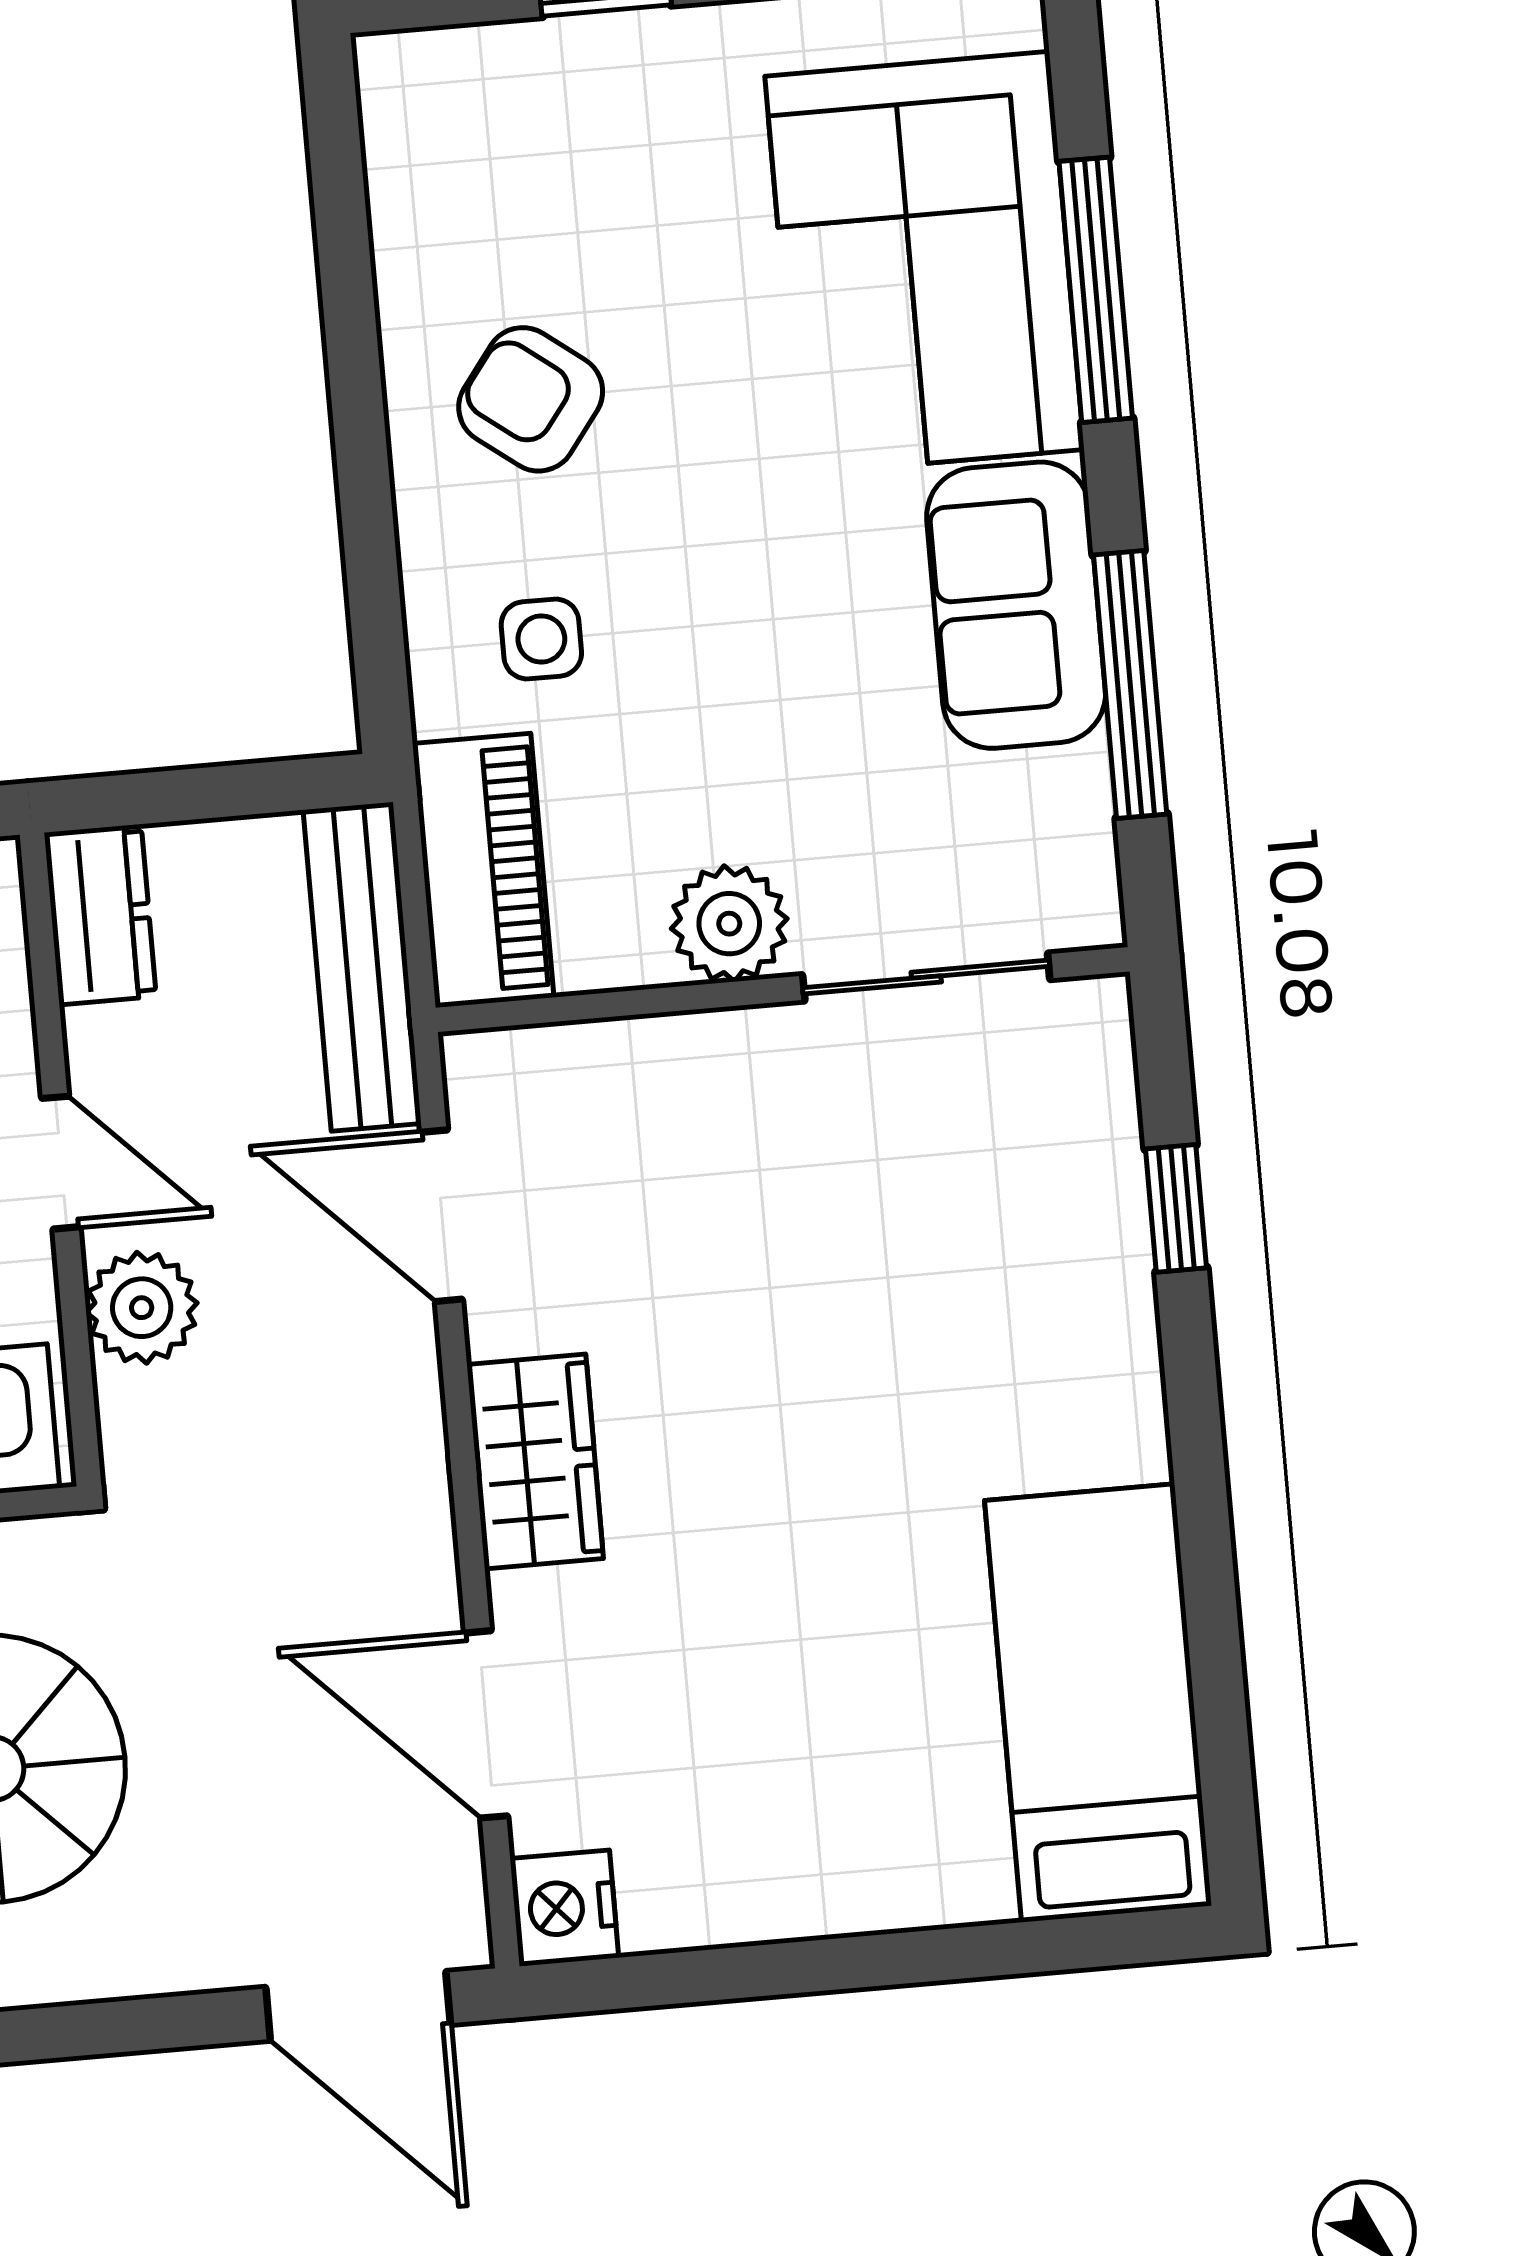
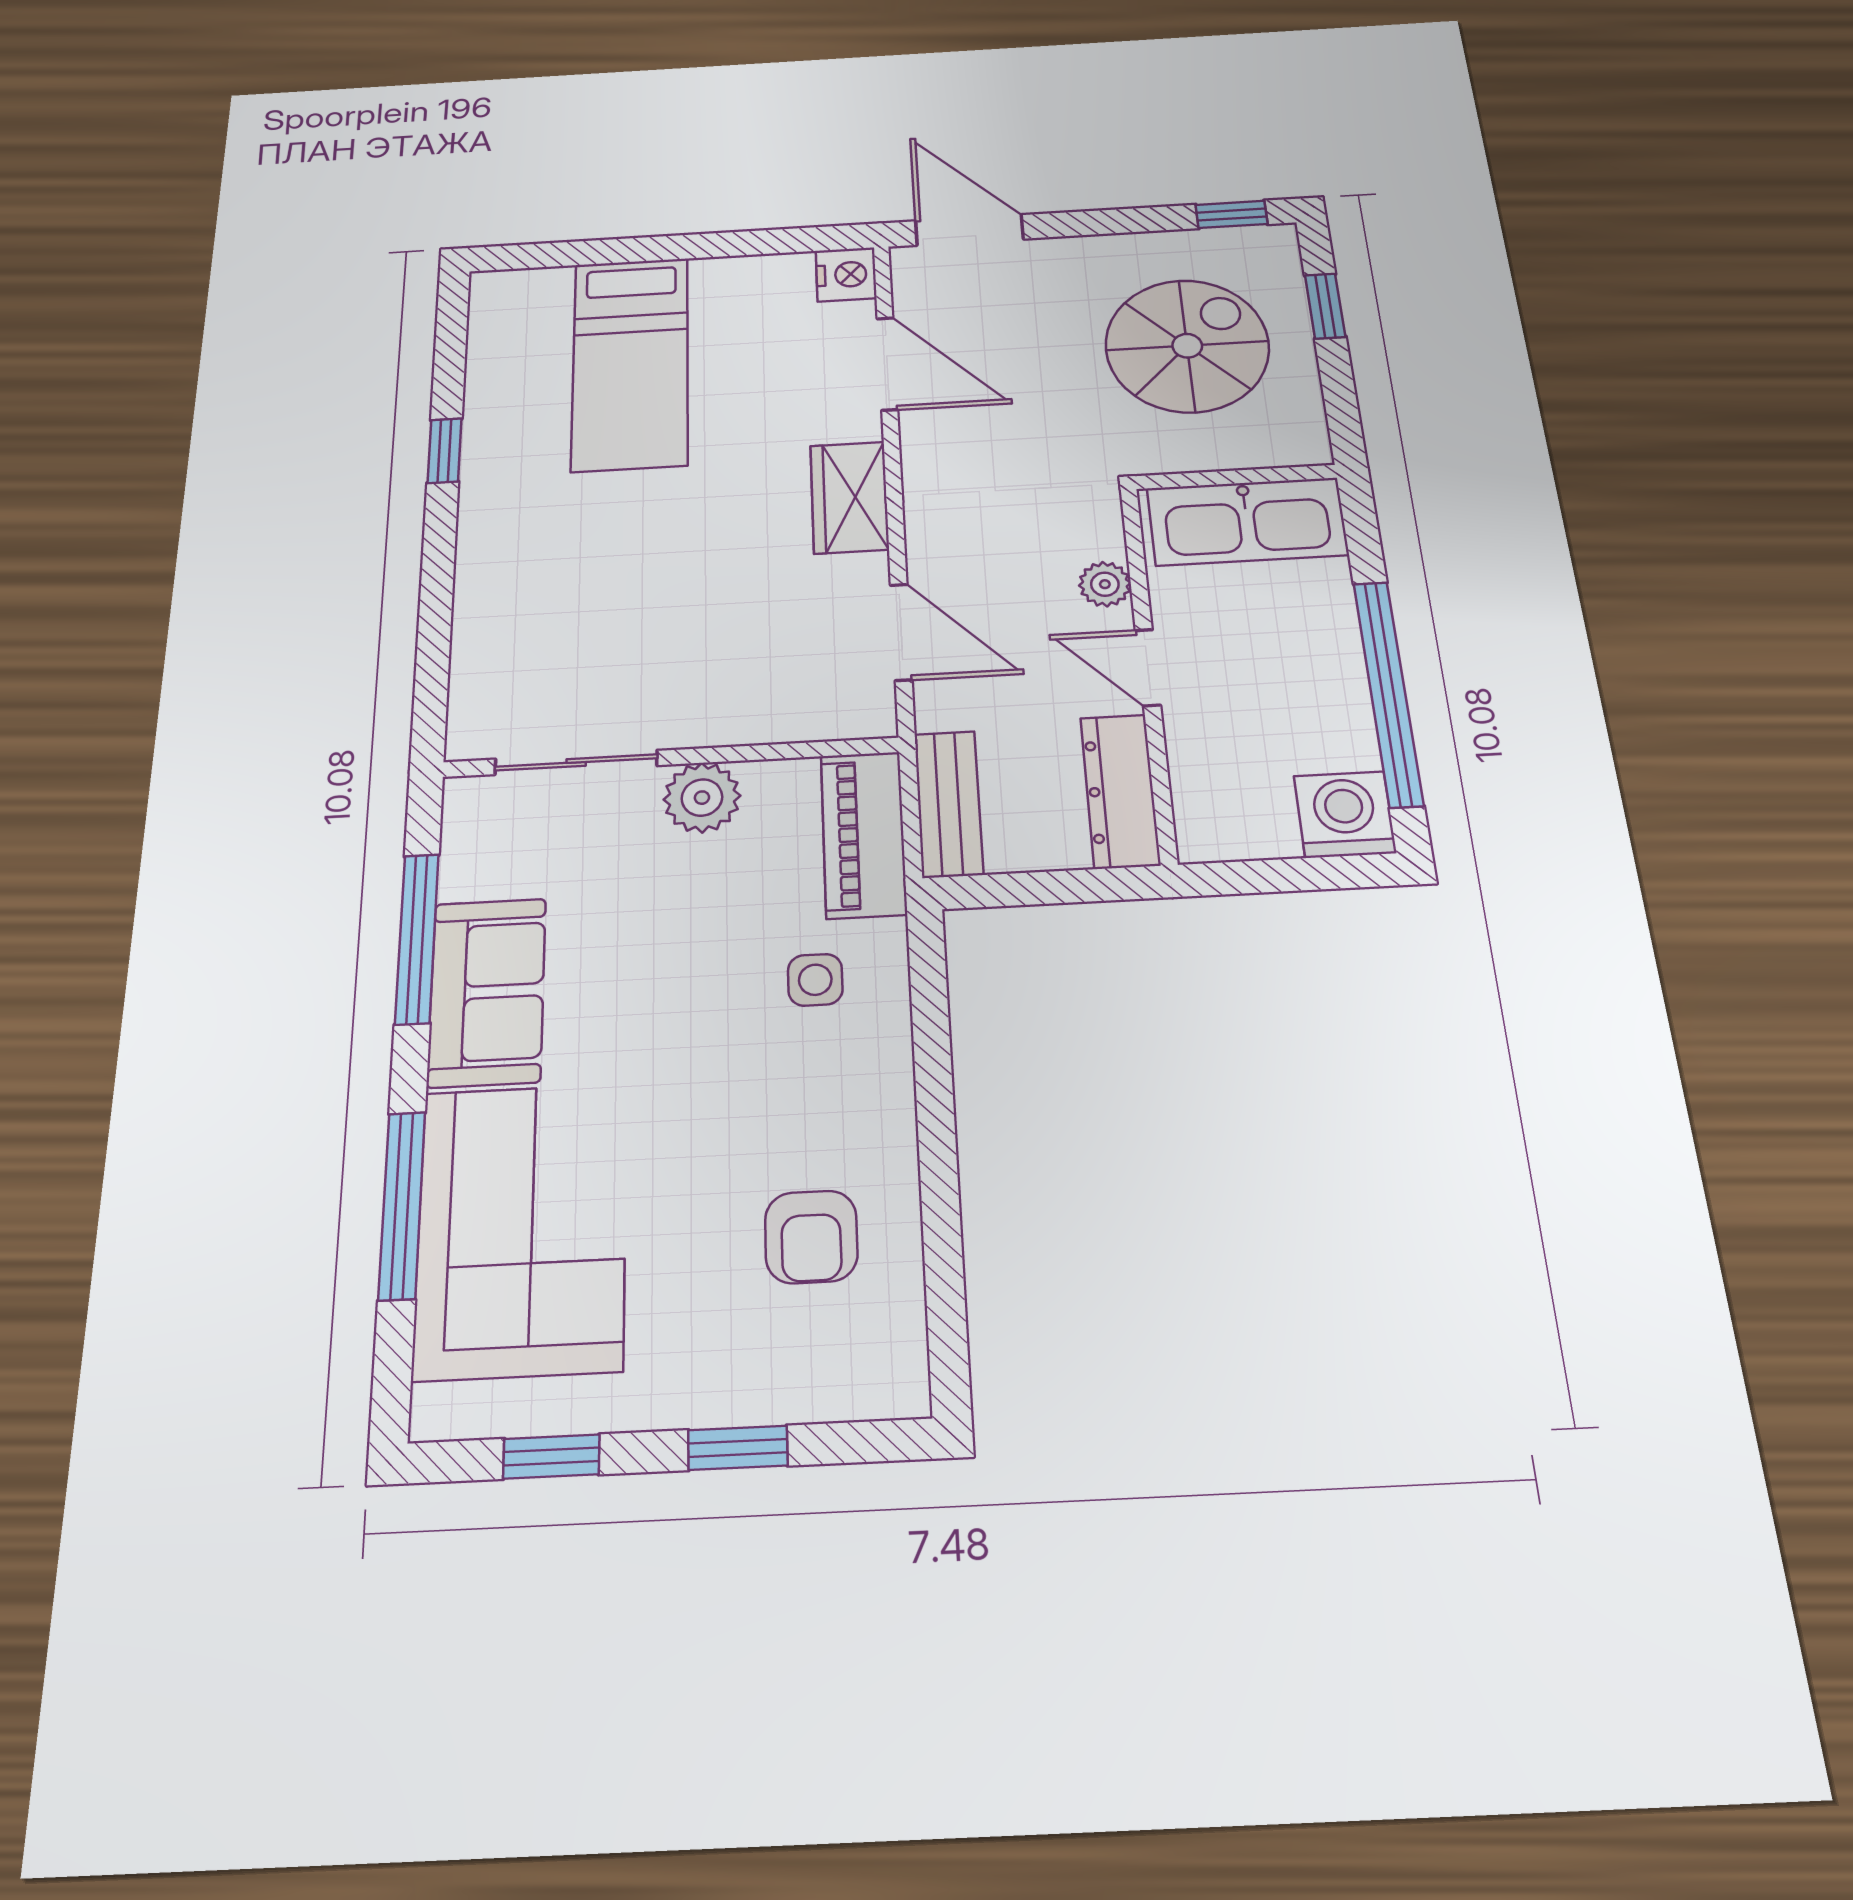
armchair: (531, 399) -> (811, 1237), moved, turned 53
dresser: (100, 915) -> (1120, 791), width x1.44
bench: (362, 967) -> (949, 804), width x0.73
window: (1176, 1208) -> (445, 451), moved
plant: (142, 1308) -> (1105, 584), width x0.73, depth x0.73
bed: (1098, 1703) -> (630, 363), moved

